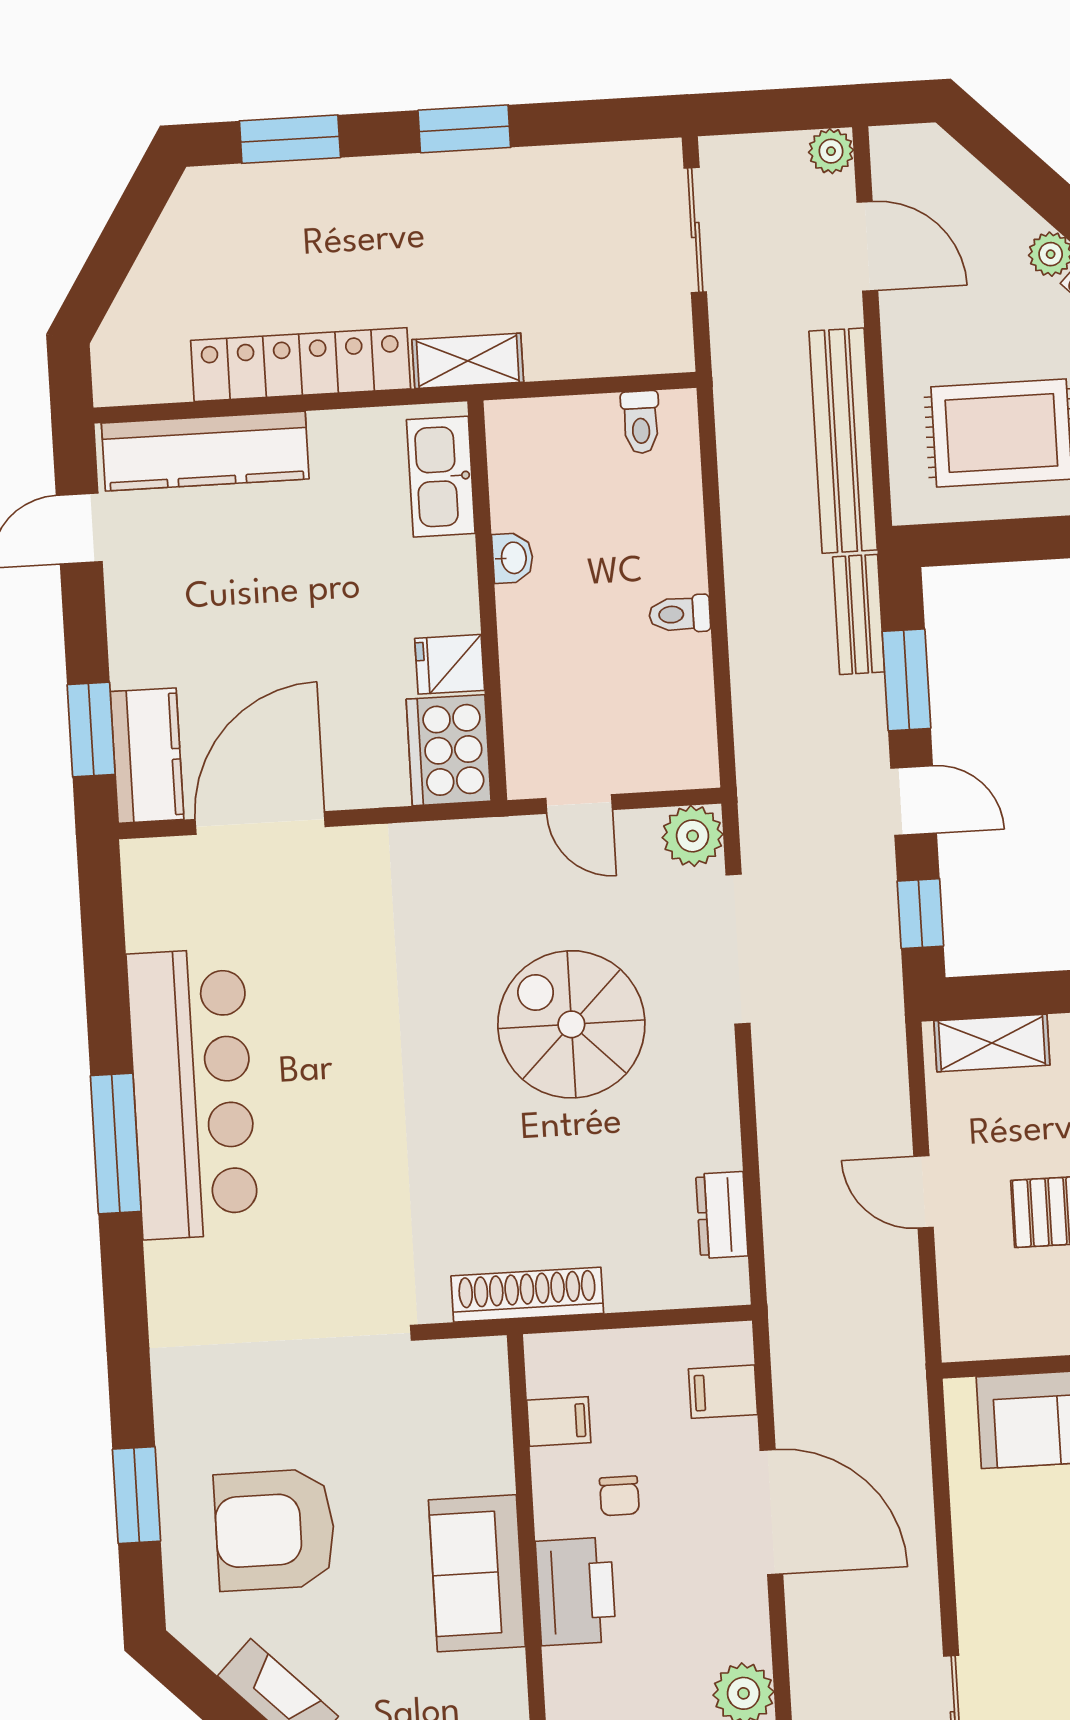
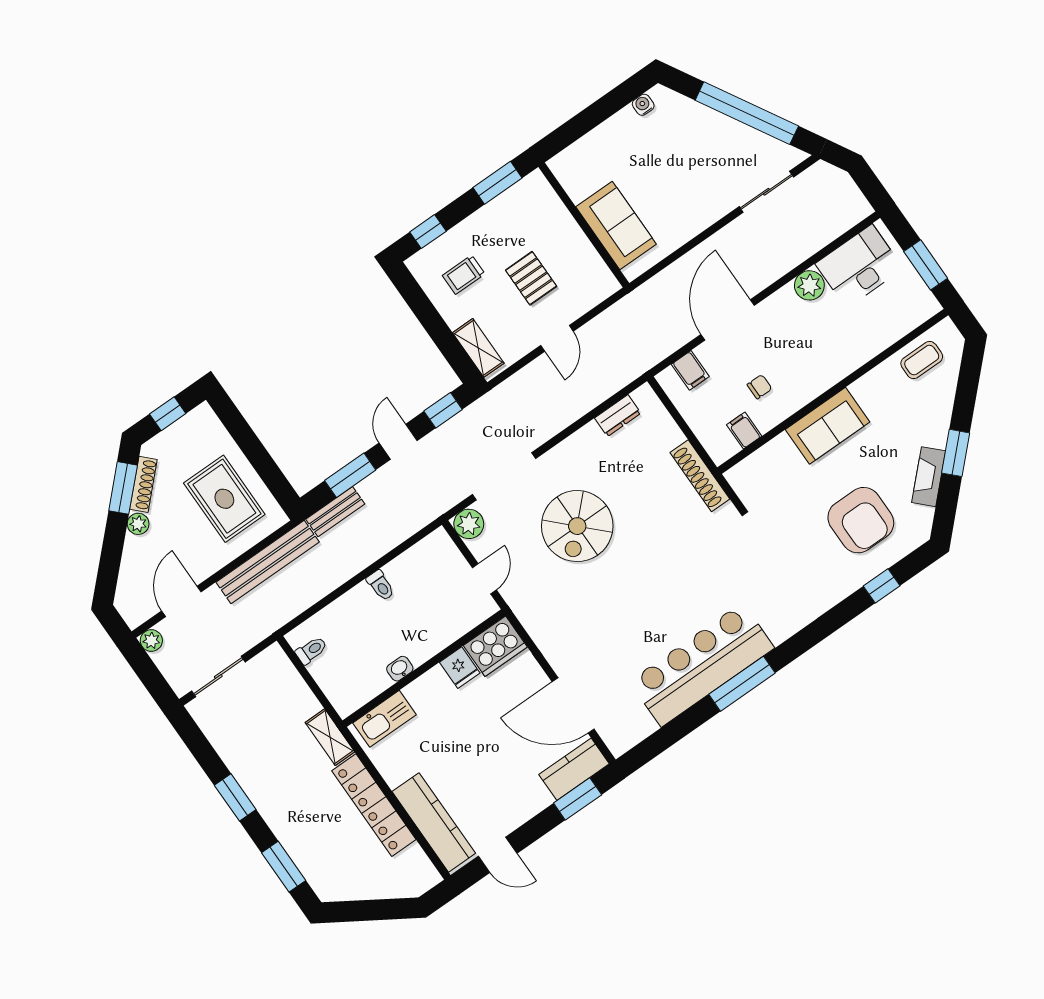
window: (137, 1495) -> (882, 586), width x0.67
printer: (576, 1591) -> (810, 380), removed

